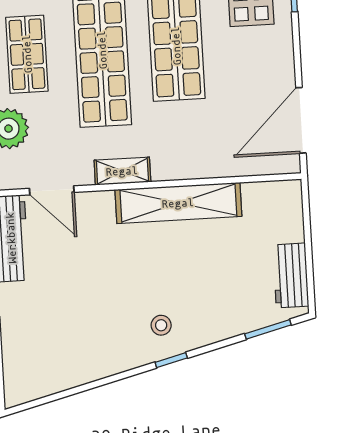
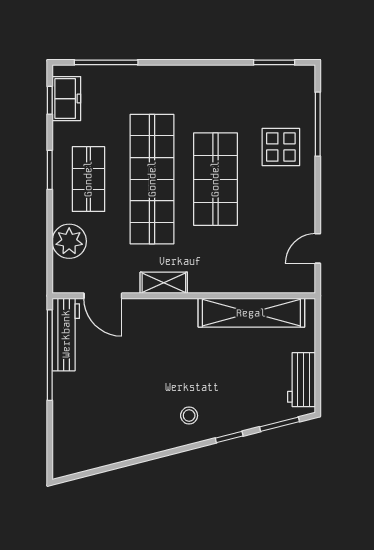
door: (301, 120) -> (318, 248), width x0.53
shelving: (178, 203) -> (251, 313), moved
window: (171, 360) -> (229, 437), moved

